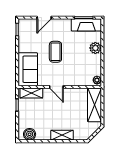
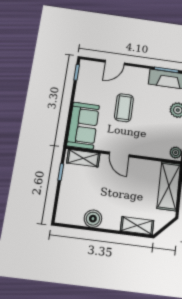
boiler: (30, 134) -> (93, 219), moved
shelving: (62, 135) -> (137, 226), moved

